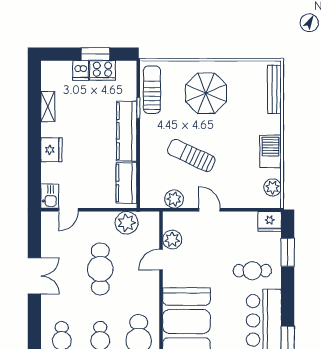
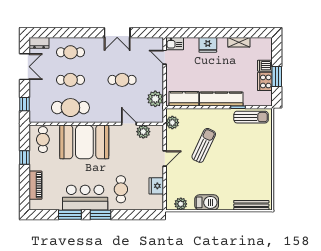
parasol: (206, 93) -> (248, 156), removed
plant: (174, 199) -> (172, 123), moved
fridge: (270, 221) -> (156, 186), moved
window: (288, 252) -> (101, 215), moved
cafe table: (100, 269) -> (122, 80), width x0.73, depth x0.74

